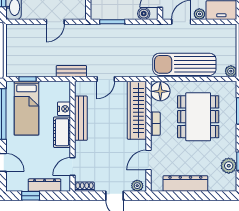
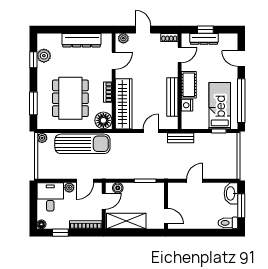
window: (31, 196) -> (205, 30), moved

